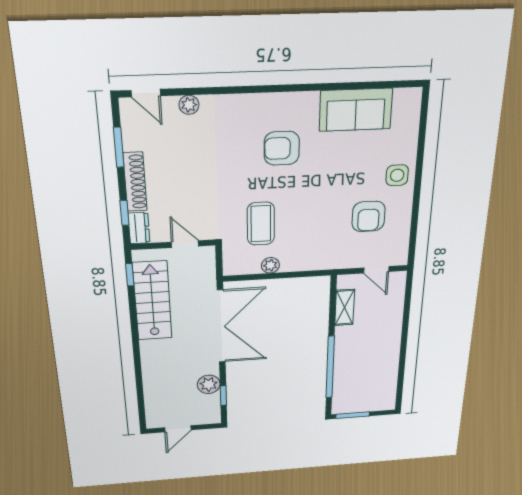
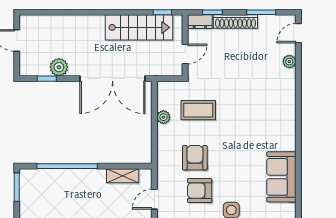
armchair: (282, 148) -> (195, 158), moved

